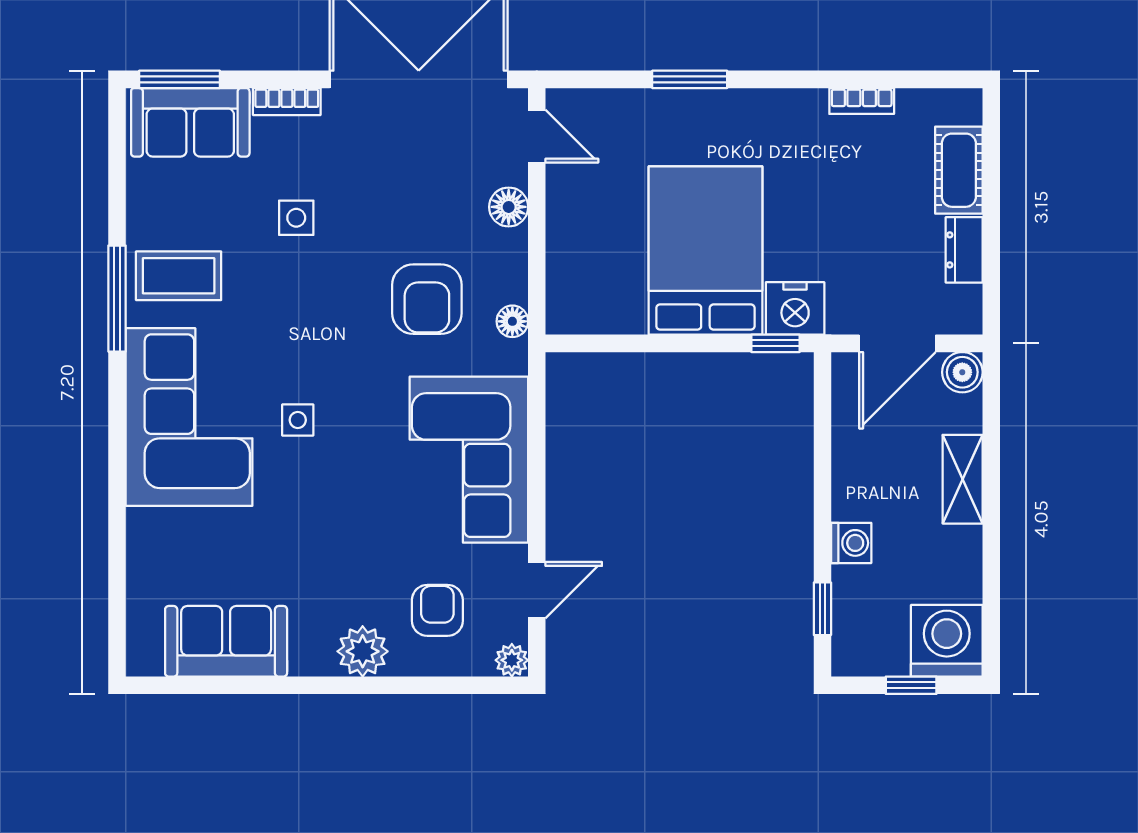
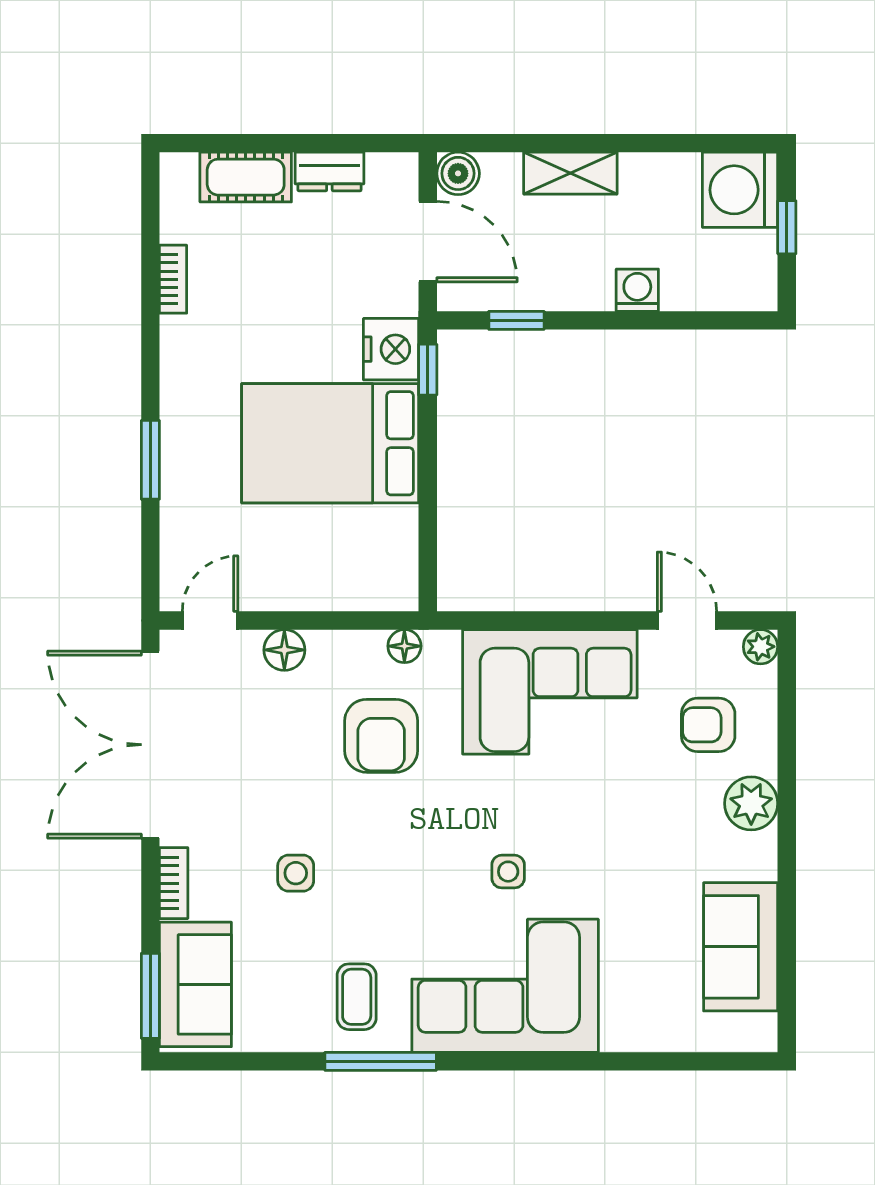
coffee table: (179, 276) -> (357, 997), width x0.73, depth x0.77
armchair: (427, 299) -> (381, 736), turned 90
window: (822, 609) -> (516, 320), moved

